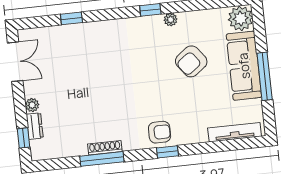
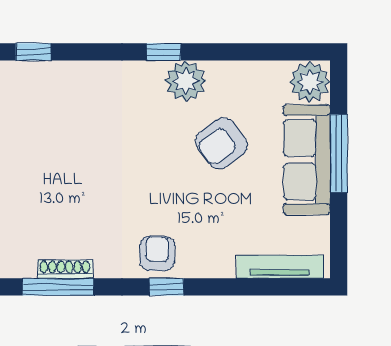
plant: (171, 20) -> (186, 81), width x1.88, depth x1.88
window: (265, 76) -> (339, 153), moved
armchair: (160, 132) -> (157, 253), turned -90

